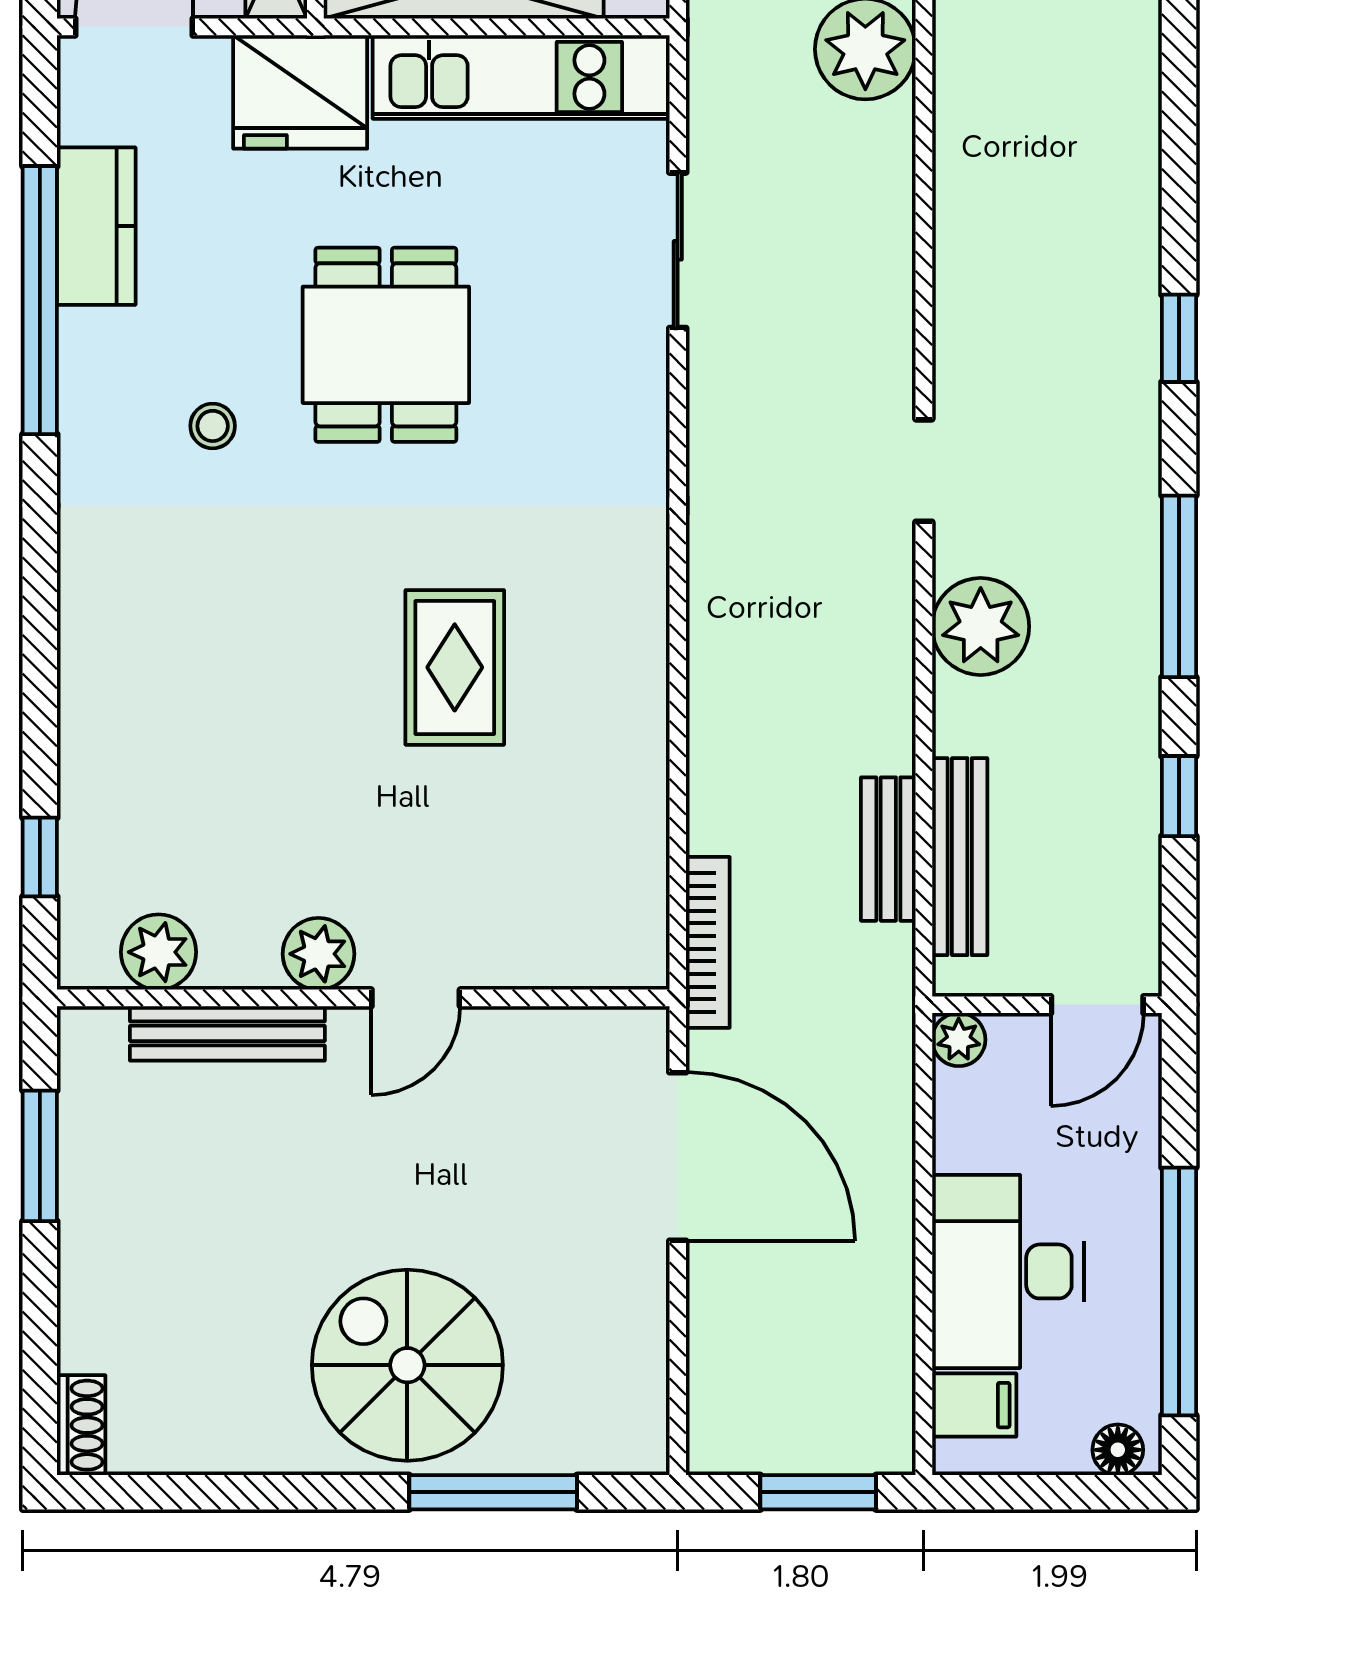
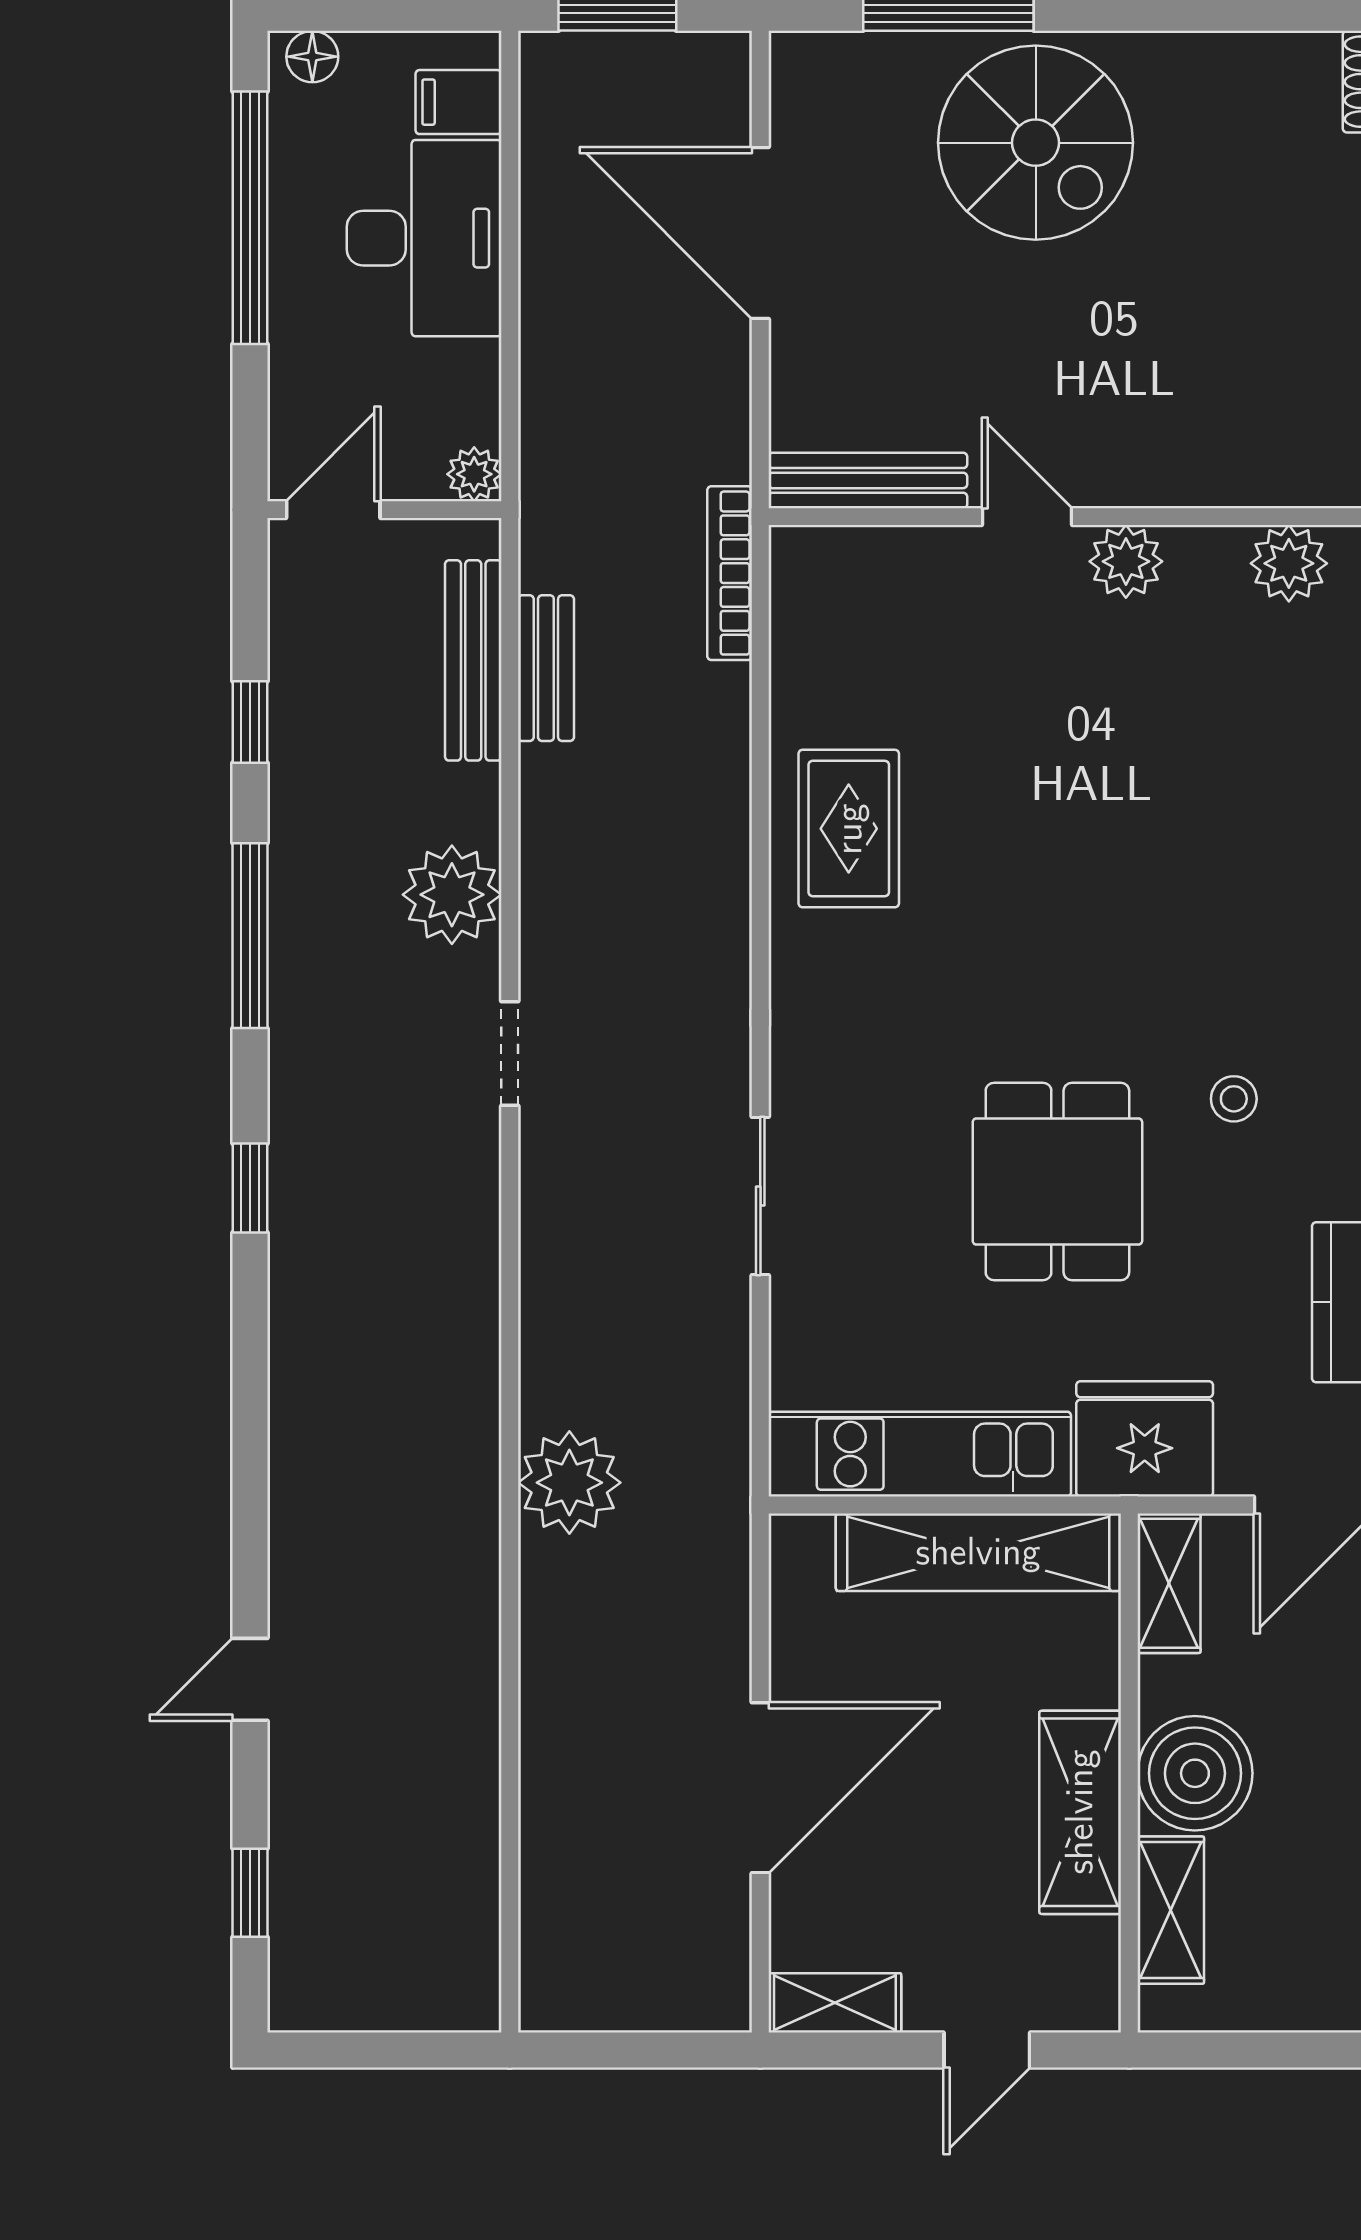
sliding door: (678, 250) -> (760, 1196), moved
rug: (455, 667) -> (849, 829), moved
door: (416, 998) -> (1027, 517), hinge flipped
bench: (227, 1033) -> (868, 480), moved
door: (678, 1157) -> (760, 233), moved

